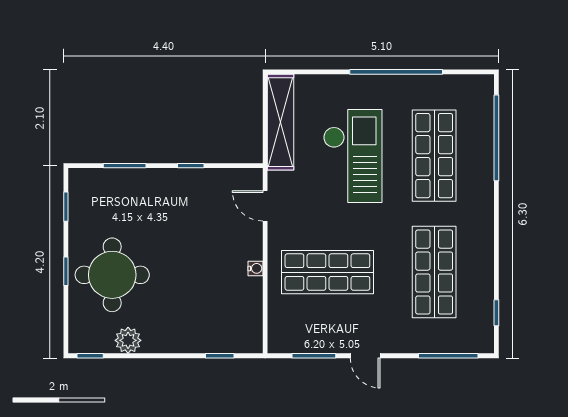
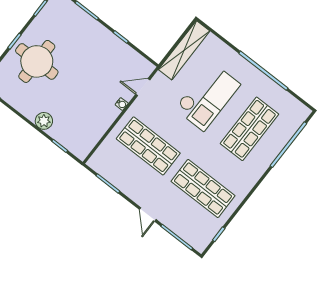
door: (265, 206) -> (143, 87), hinge flipped
water cooler: (255, 268) -> (122, 104), moved
shop shelf: (434, 272) -> (203, 188), turned 90
plant: (128, 340) -> (44, 121), moved
door: (365, 356) -> (148, 214), moved

